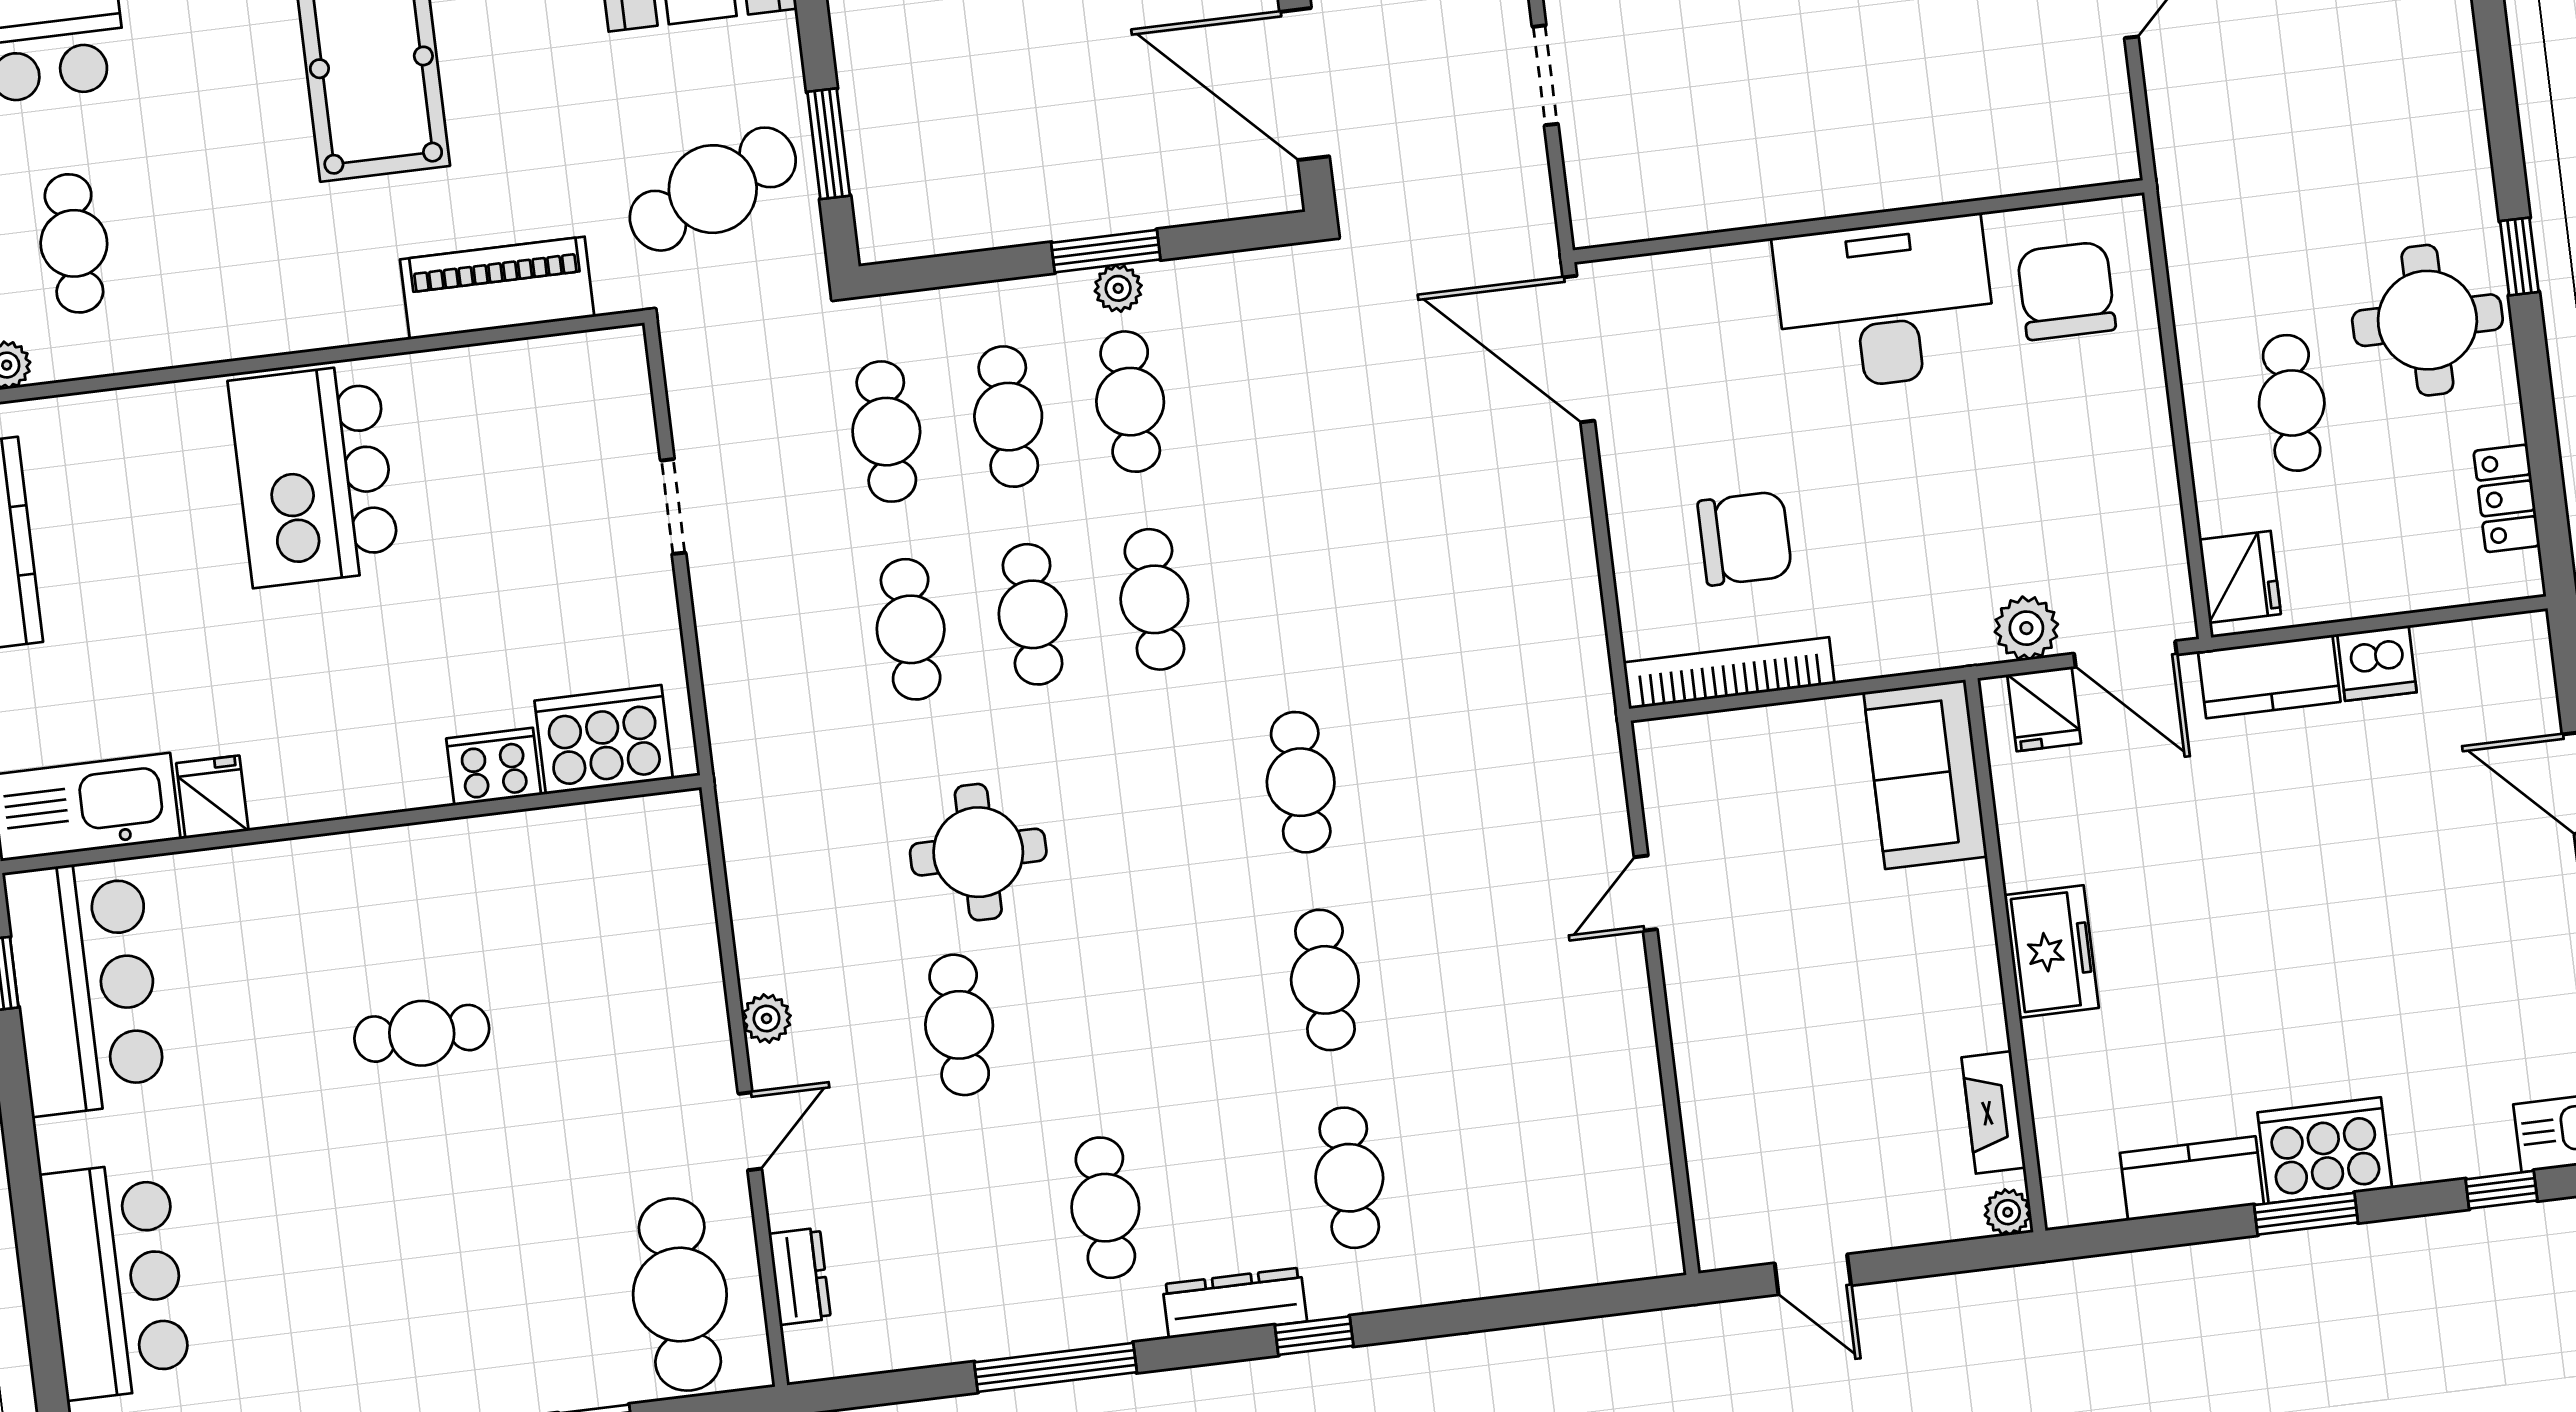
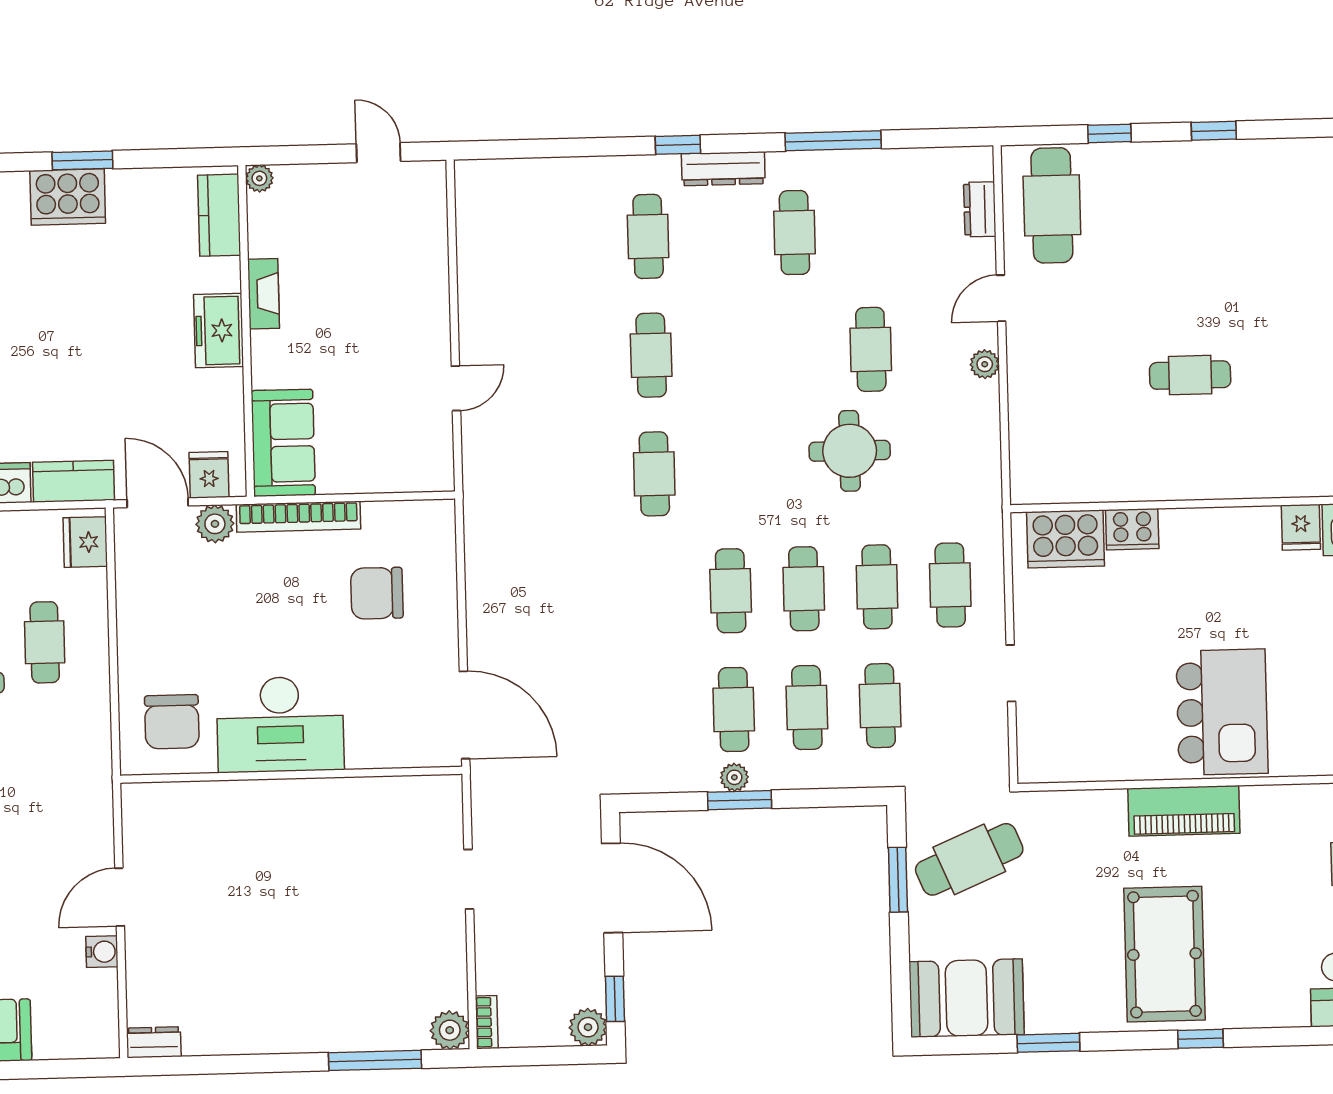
piano: (497, 288) -> (1184, 811), moved
cafe table: (789, 644) -> (950, 585), added
bookcase: (1729, 673) -> (298, 517), moved
fireplace: (1993, 1112) -> (264, 294), moved
kitchen counter: (2192, 1178) -> (219, 215), moved, turned 90

